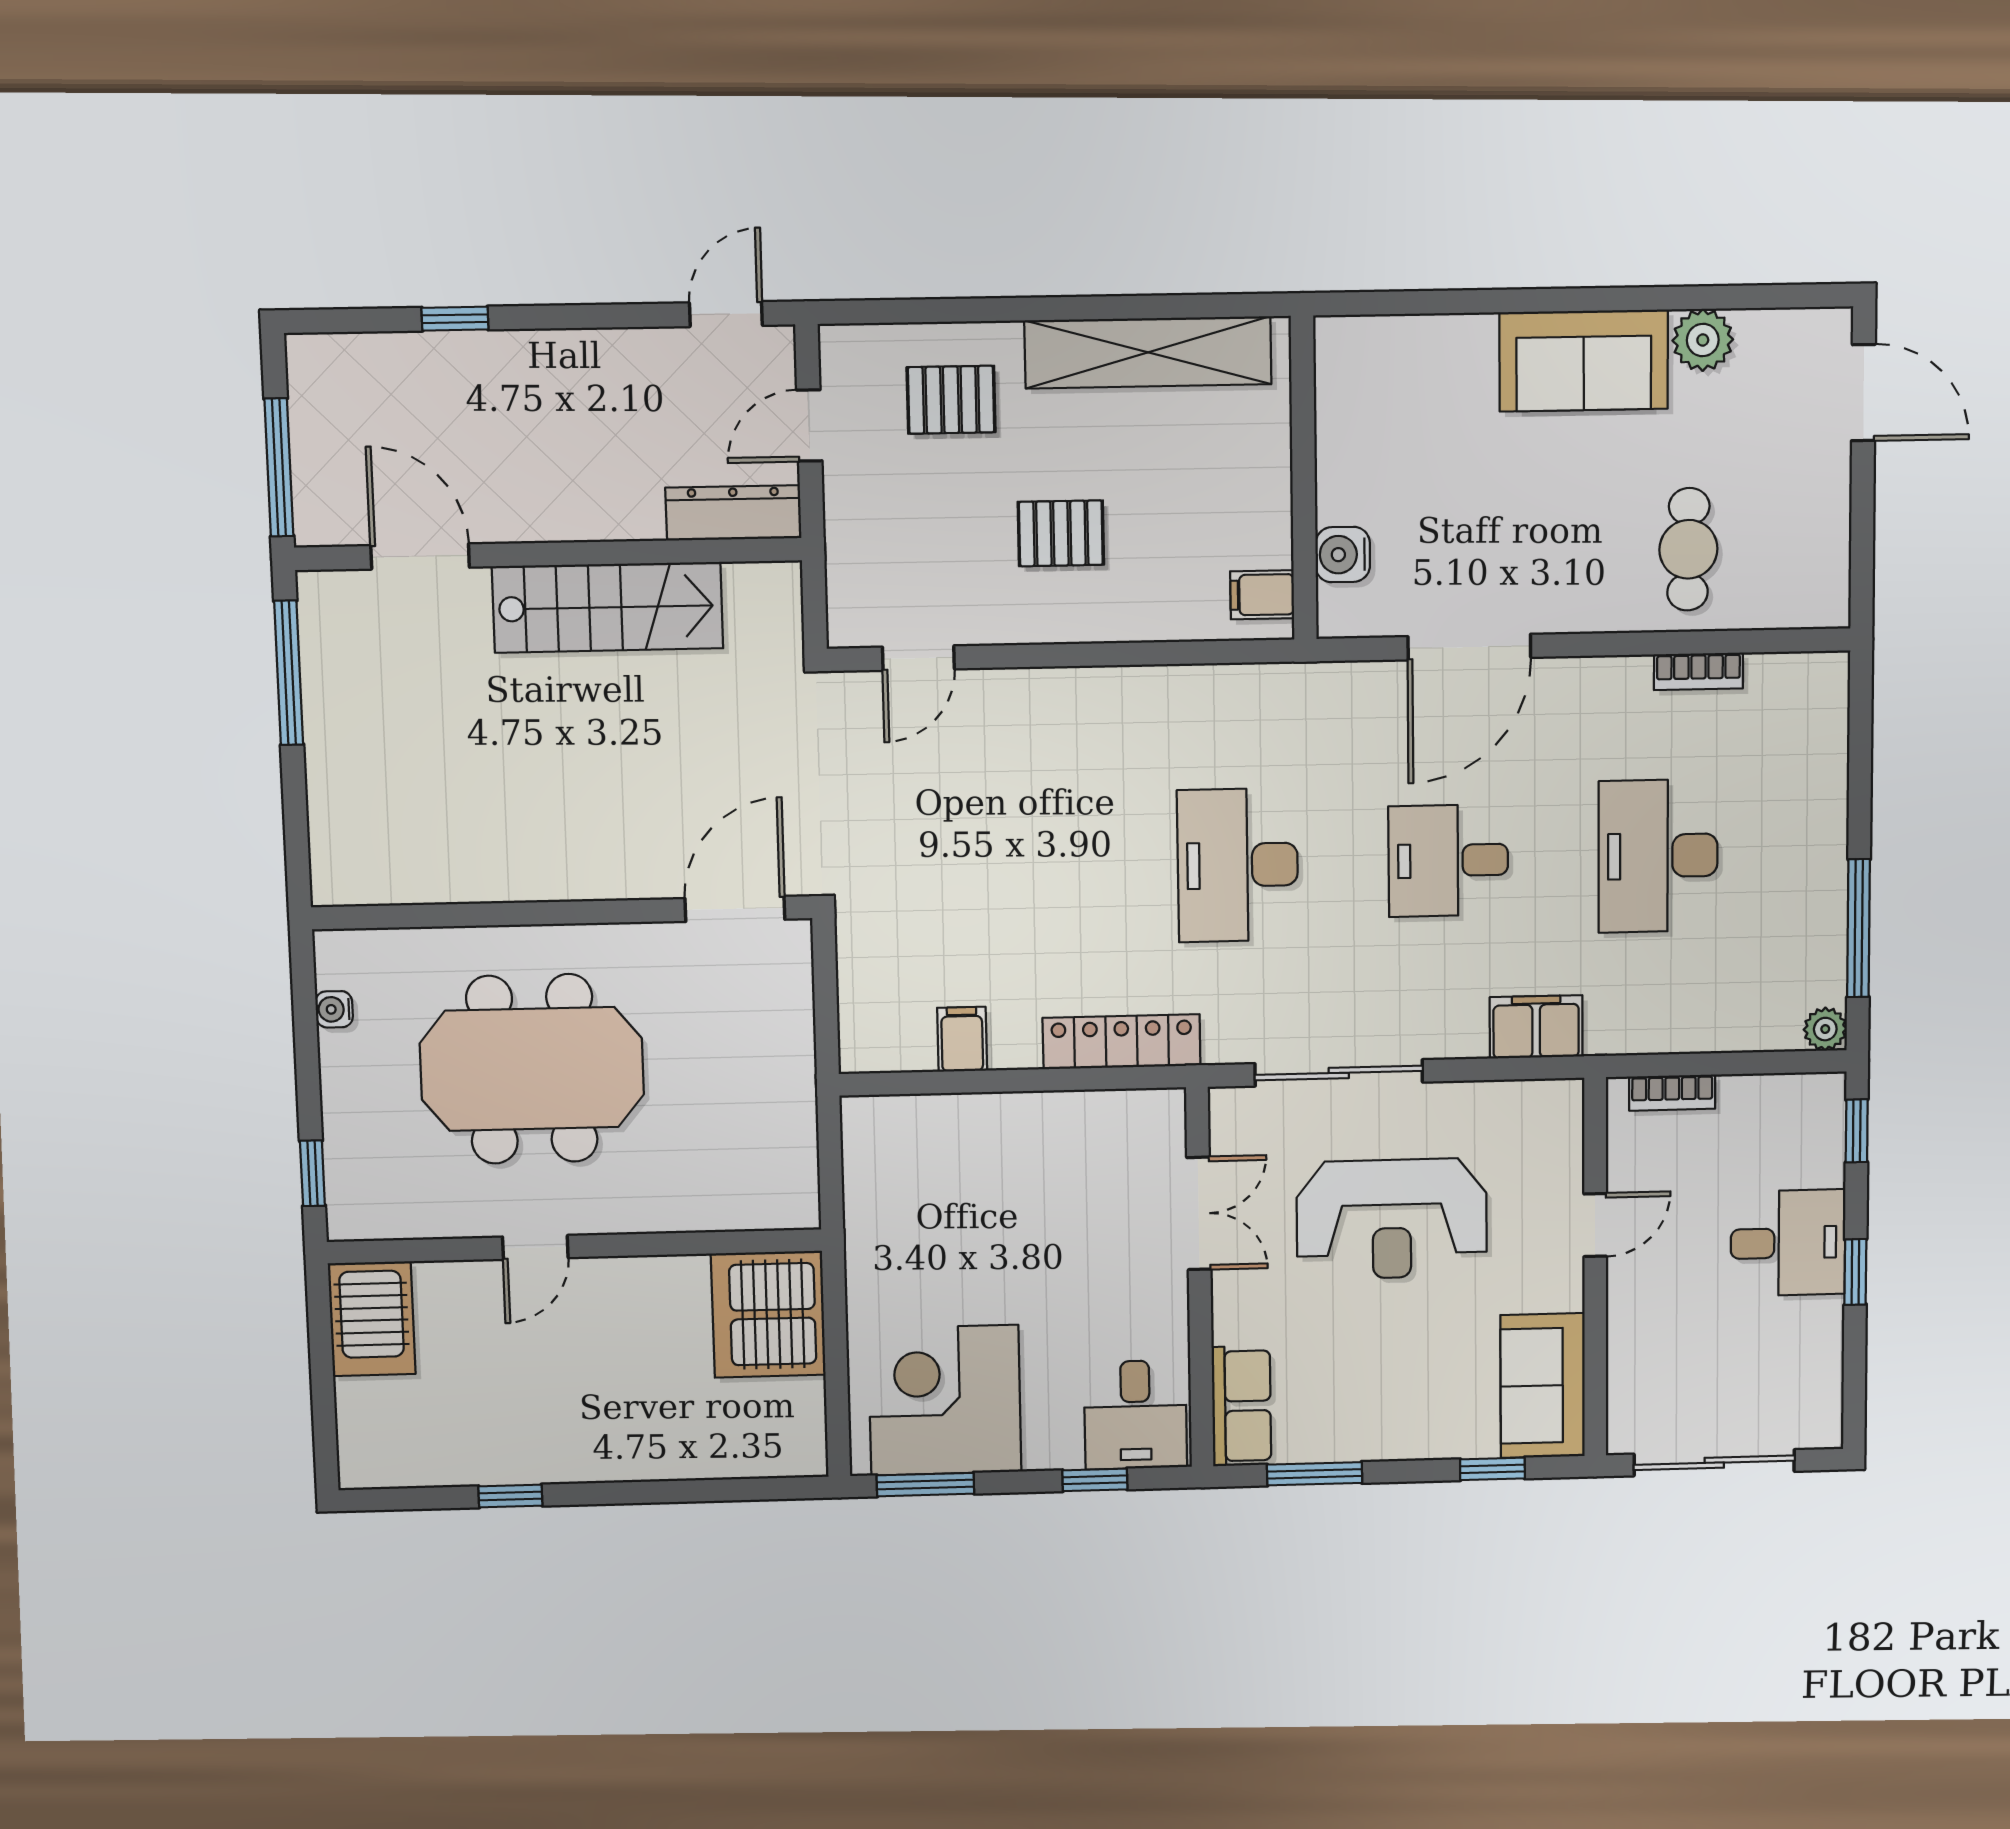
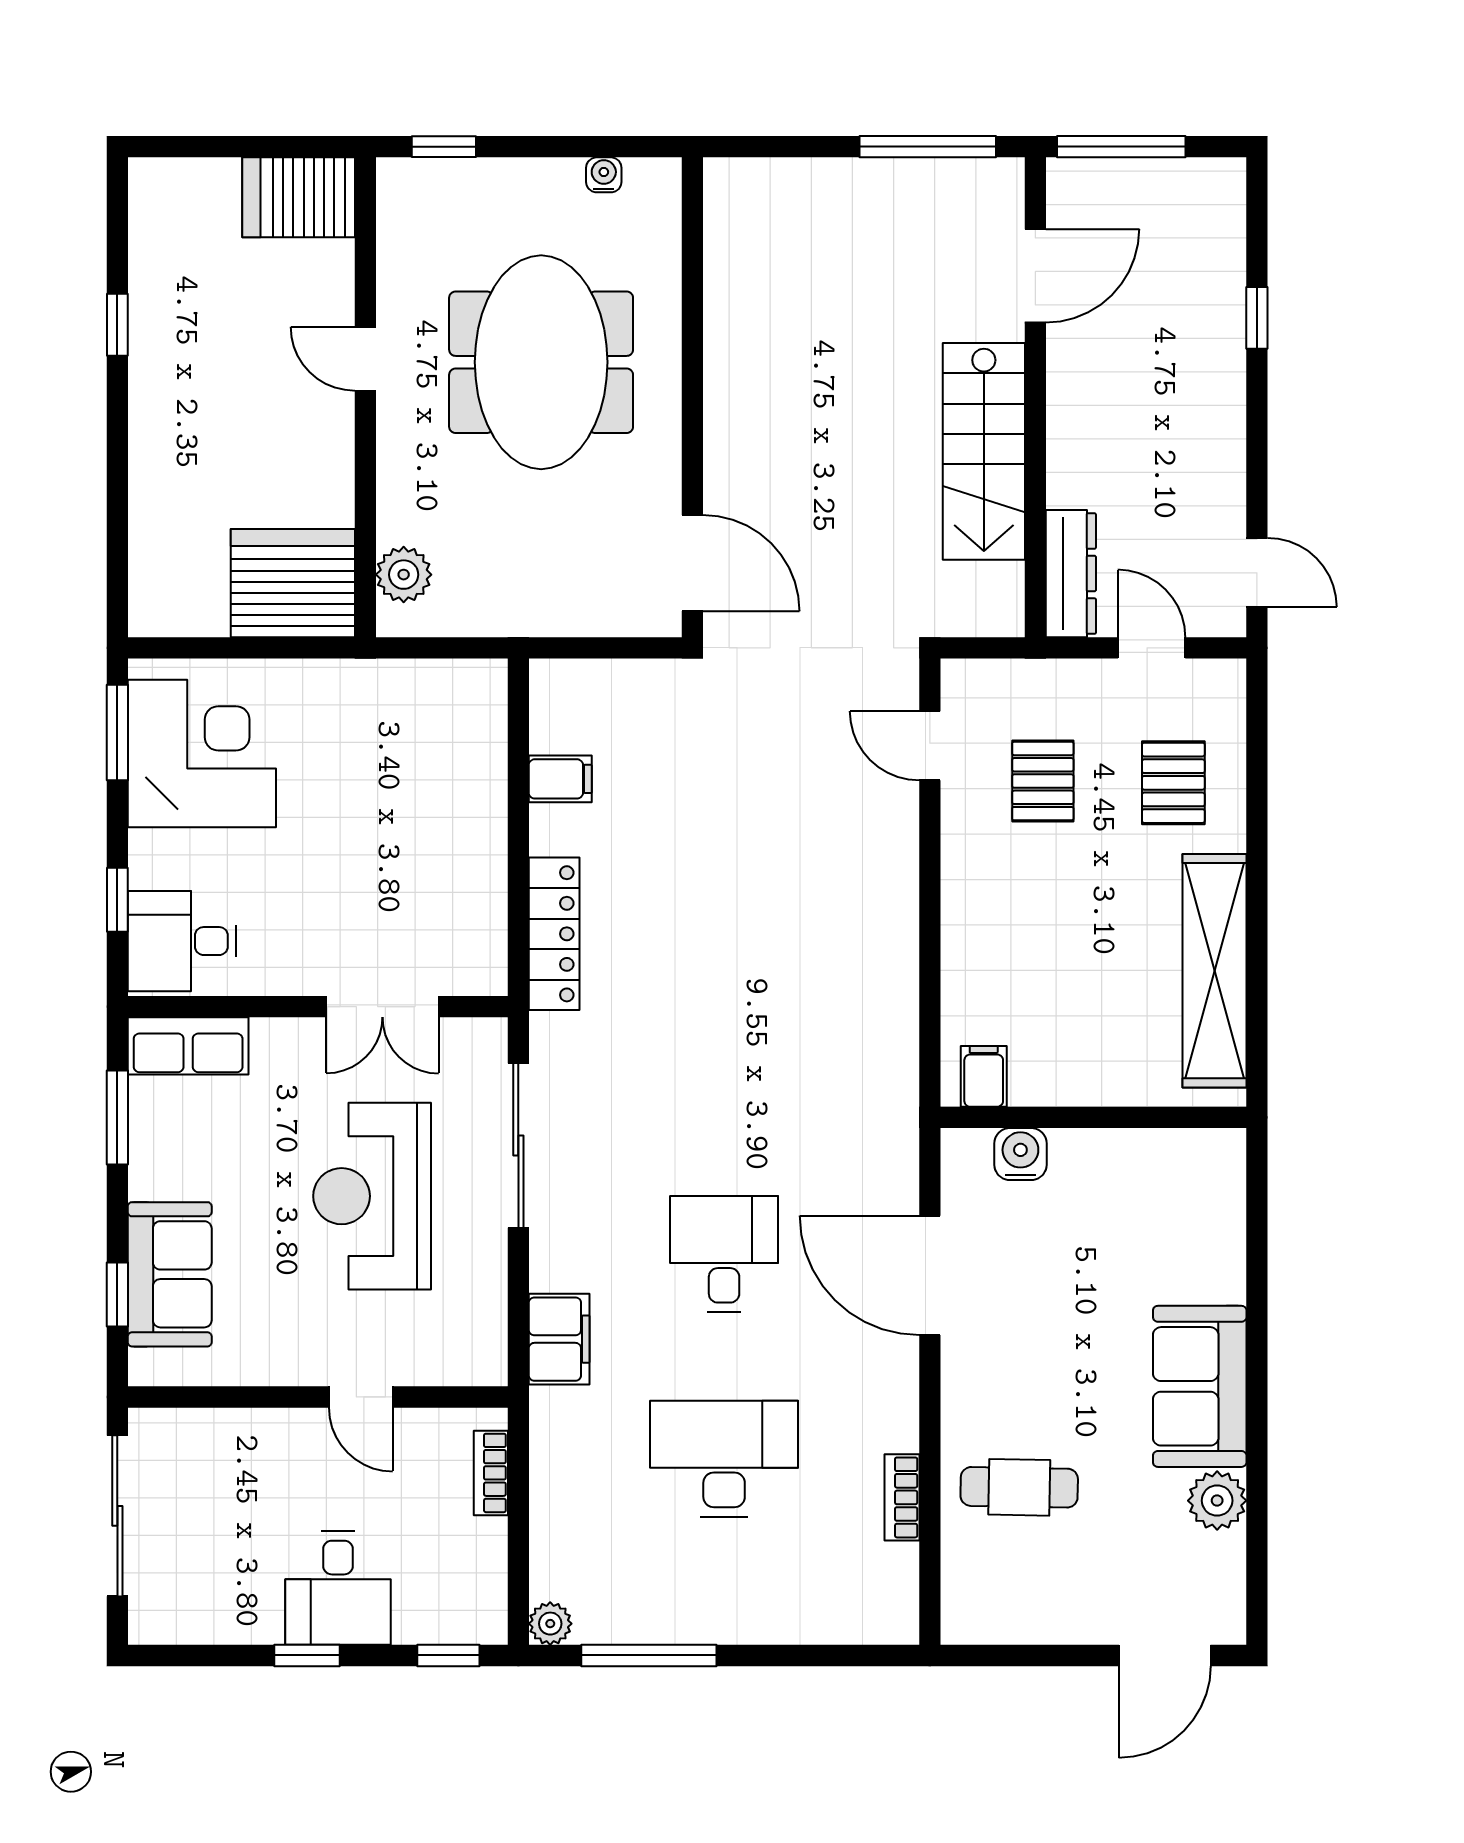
pallet: (1061, 533) -> (1043, 781), moved
desk: (1238, 865) -> (724, 1049), removed
plant: (756, 1203) -> (404, 575), added
sofa: (1543, 1386) -> (170, 1274), moved, turned 90

